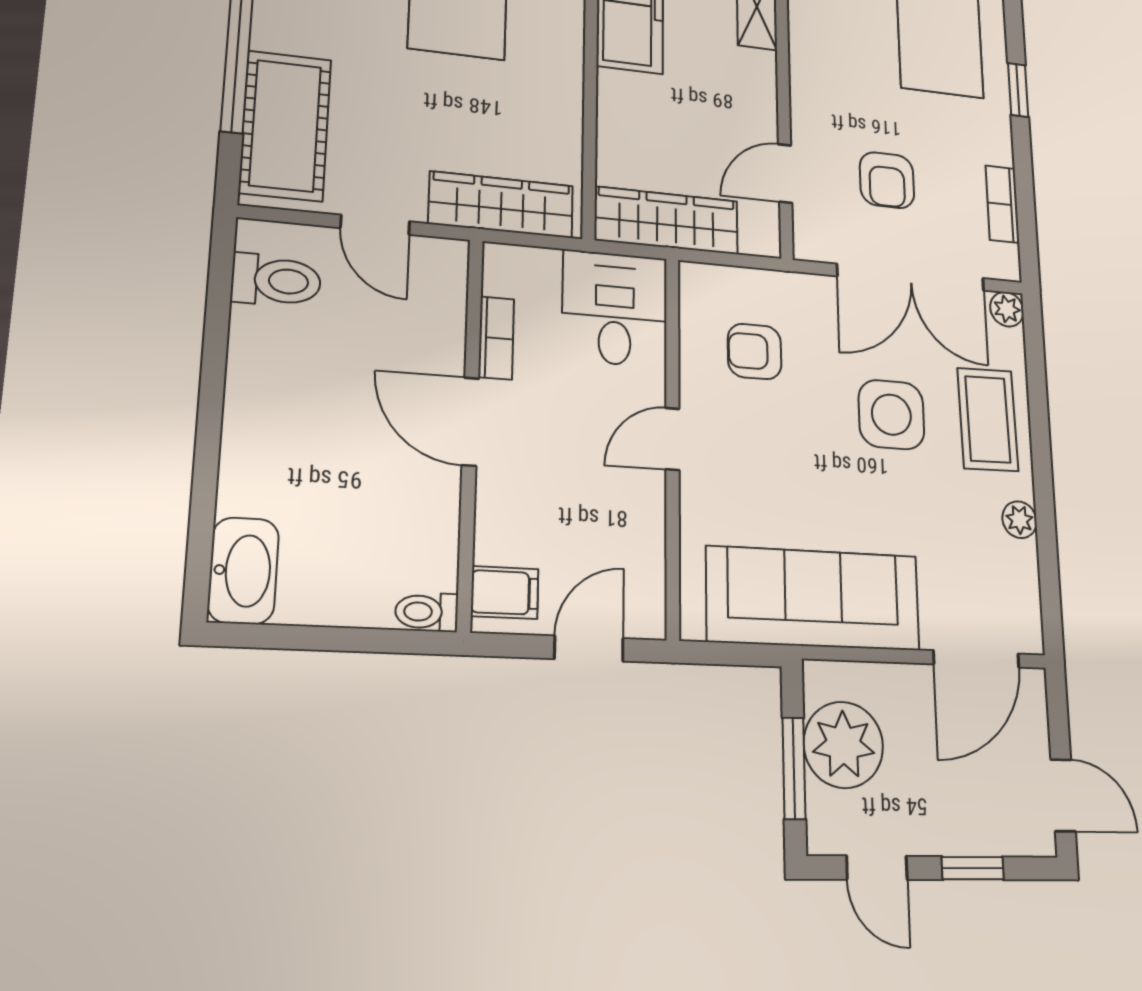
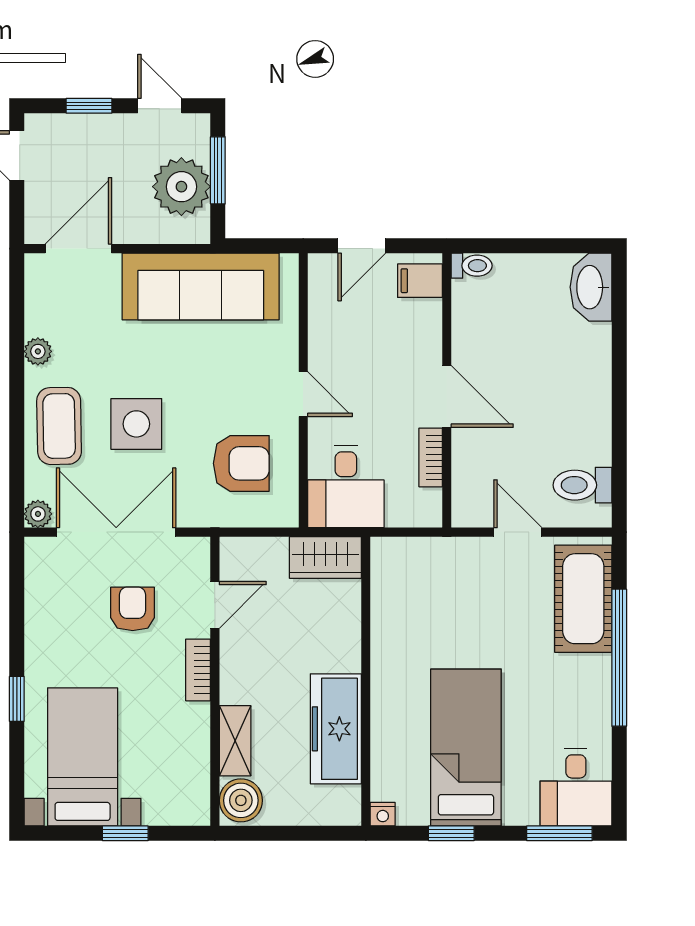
bookcase: (1002, 204) -> (198, 670), moved, turned 180
wardrobe: (501, 205) -> (430, 557), removed
wardrobe: (667, 221) -> (325, 557), width x0.67
armchair: (755, 351) -> (241, 463), width x1.38, depth x1.38
door: (673, 439) -> (303, 394), hinge flipped

